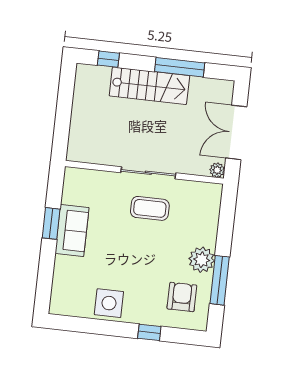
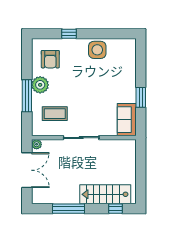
stairs: (149, 86) -> (105, 194), moved
coffee table: (150, 208) -> (55, 114), moved
sofa: (72, 231) -> (127, 120), moved
window: (220, 280) -> (27, 96), moved

